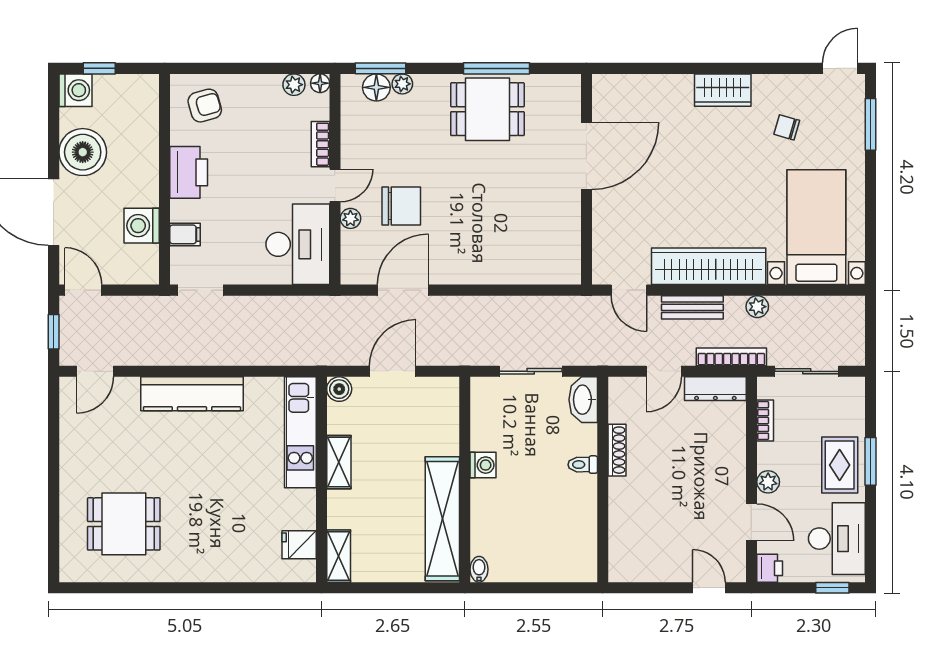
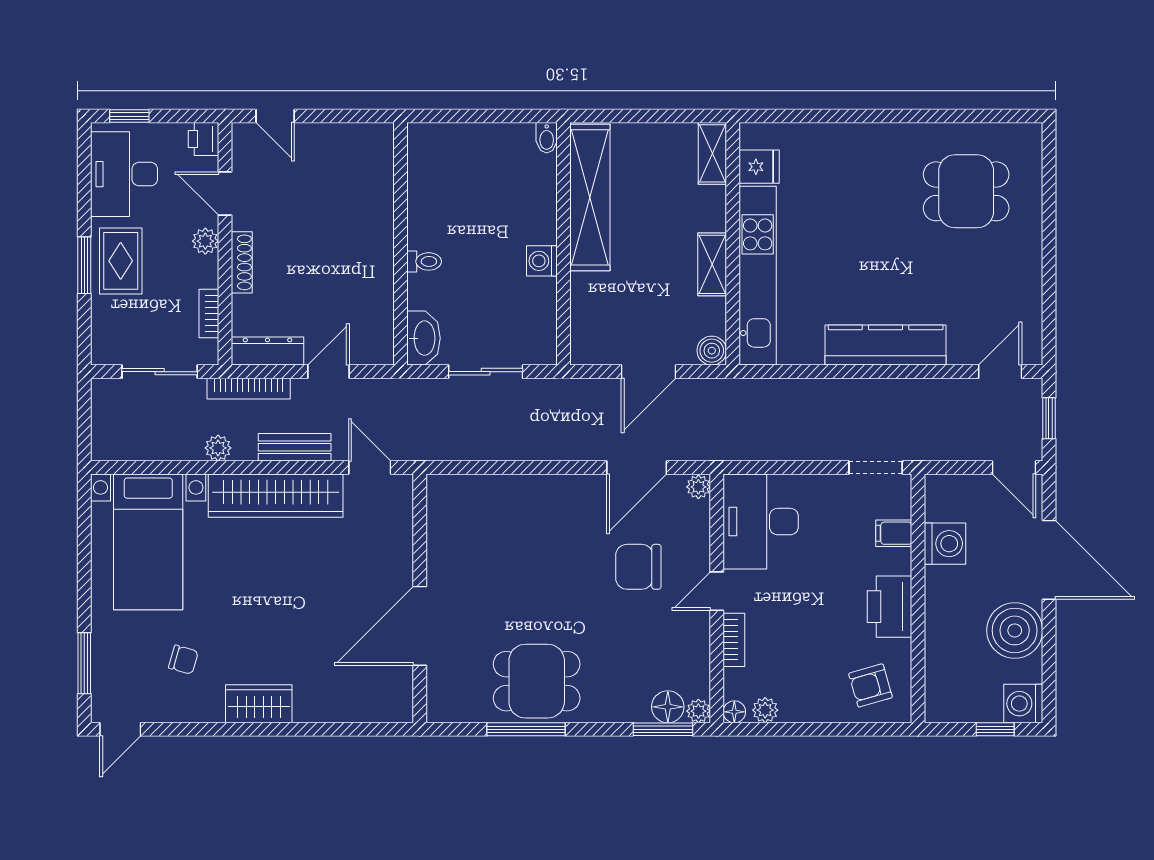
plant: (402, 84) -> (698, 711), moved
plant: (350, 218) -> (698, 487), moved
kitchen unit: (300, 432) -> (758, 276), width x1.36
shoe rack: (617, 450) -> (242, 262), moved, turned 180

